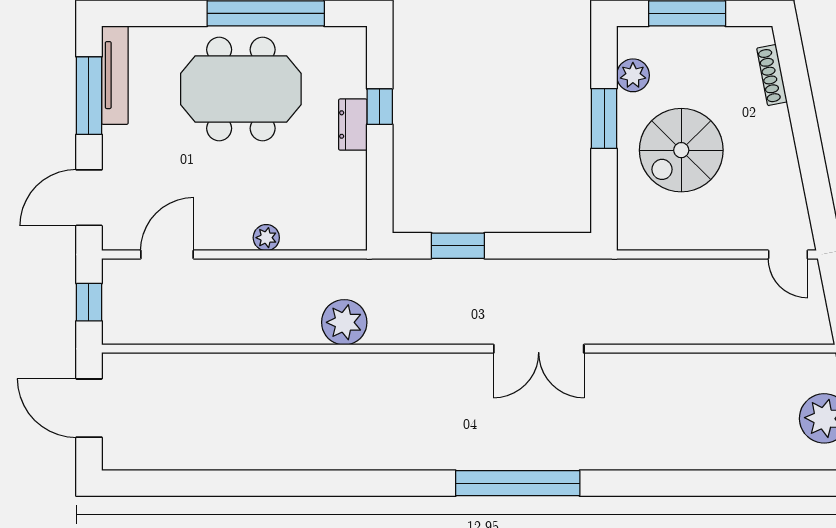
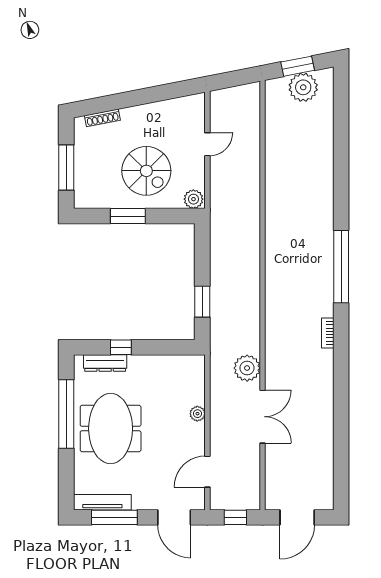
plant: (633, 75) -> (193, 199), moved
dresser: (353, 125) -> (105, 363), moved, width x1.44
door: (167, 255) -> (207, 472), hinge flipped
door: (788, 255) -> (207, 144), moved
double door: (539, 349) -> (262, 417), moved
bookcase: (404, 460) -> (328, 333), added

